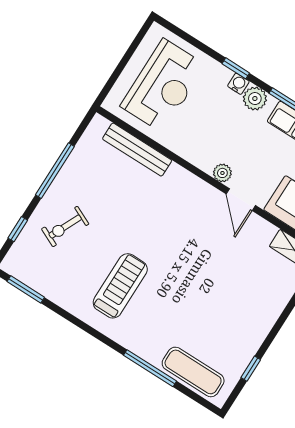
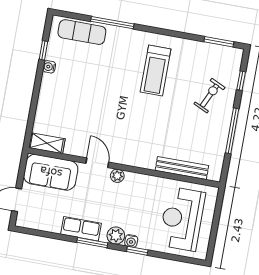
water cooler: (252, 345) -> (49, 67), added

